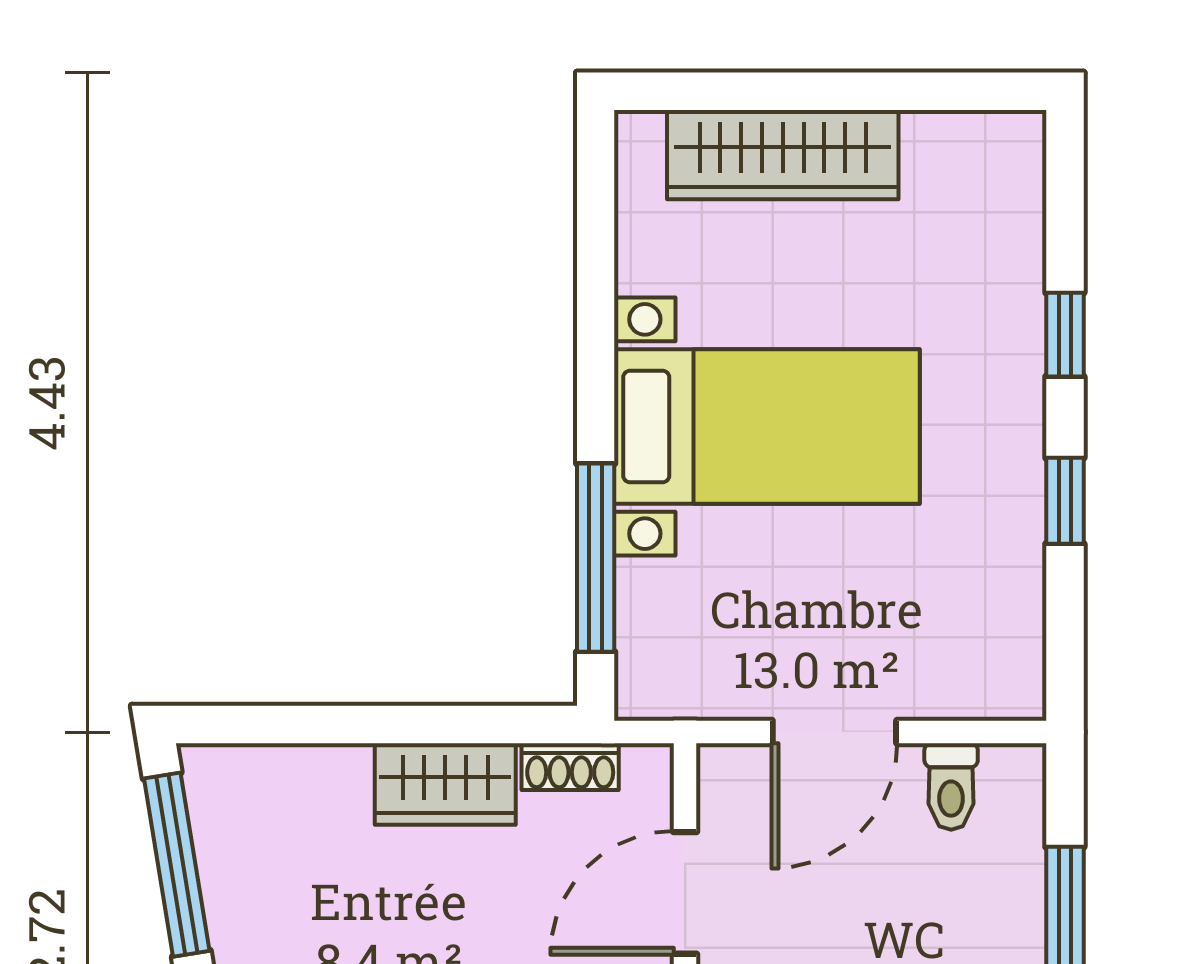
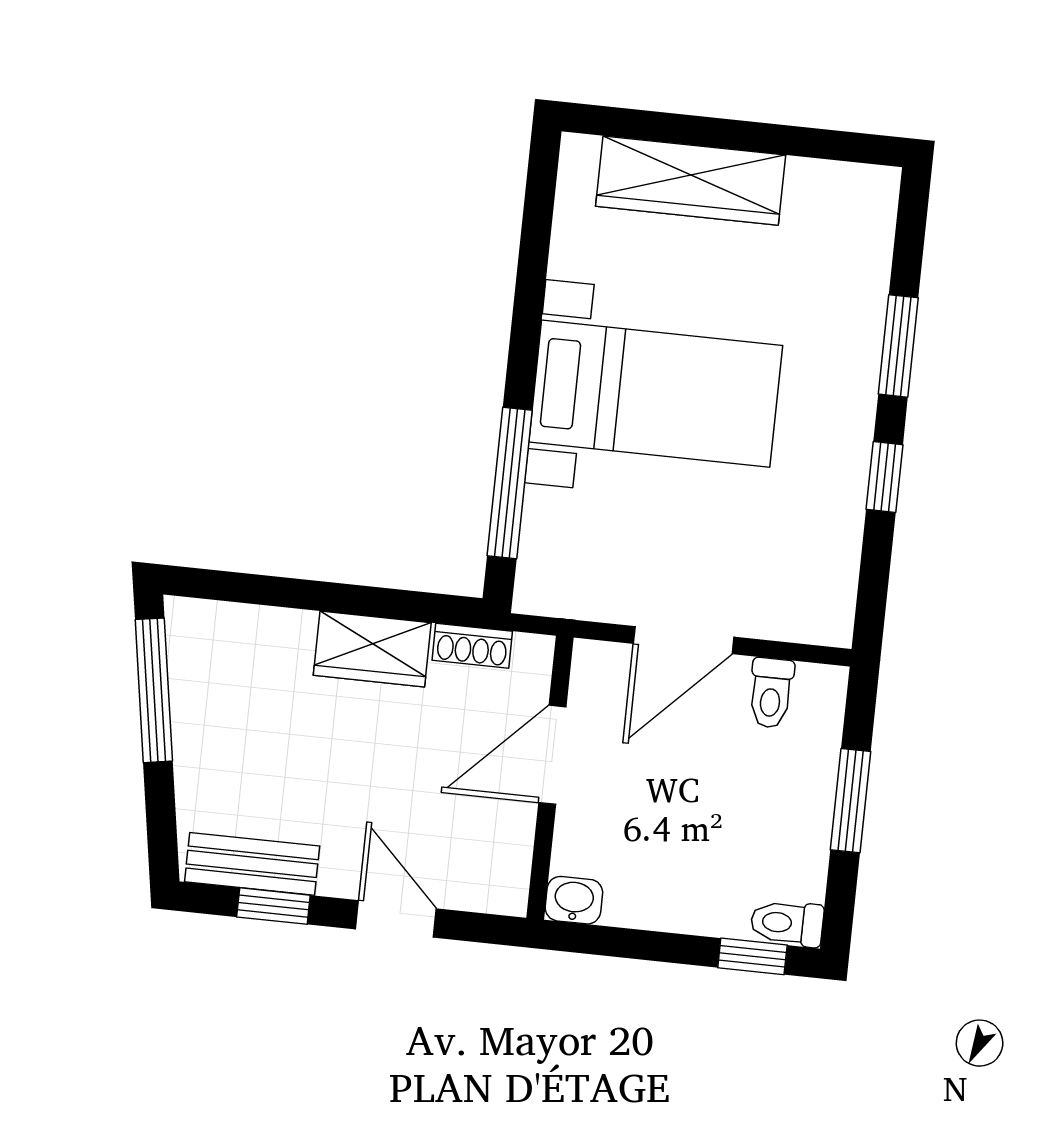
window: (1065, 335) -> (898, 346), width x1.50

